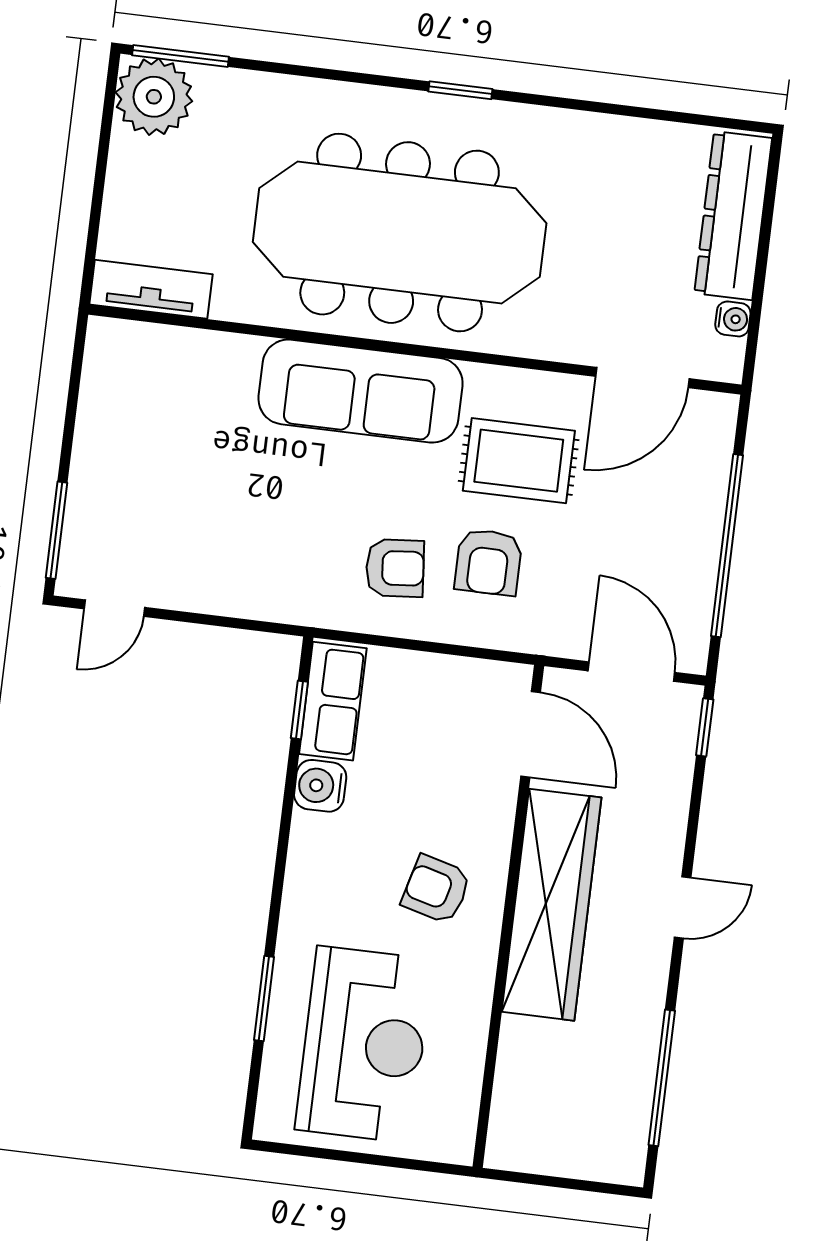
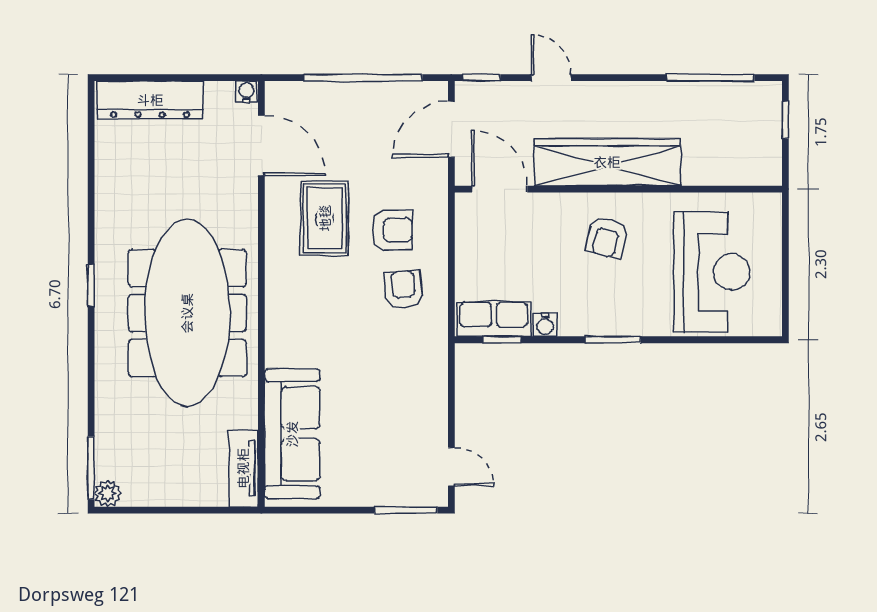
plant: (154, 97) -> (108, 493), width x0.53, depth x0.53
water cooler: (733, 319) -> (246, 92), moved
sofa: (361, 391) -> (292, 434), moved
door: (531, 734) -> (500, 189), hinge flipped
water cooler: (320, 786) -> (545, 325), width x0.72, depth x0.72
door: (683, 907) -> (551, 78), moved
window: (264, 998) -> (613, 340), moved
reception desk: (364, 1044) -> (712, 272), turned 90
window: (583, 1185) -> (785, 120), added

